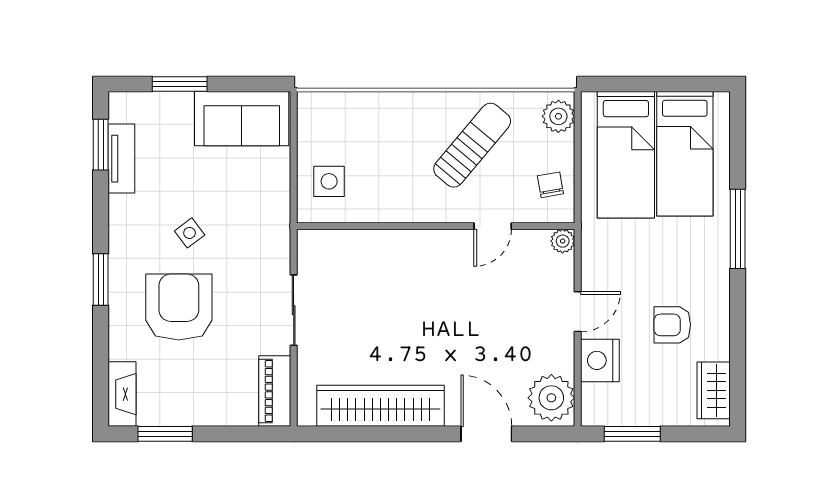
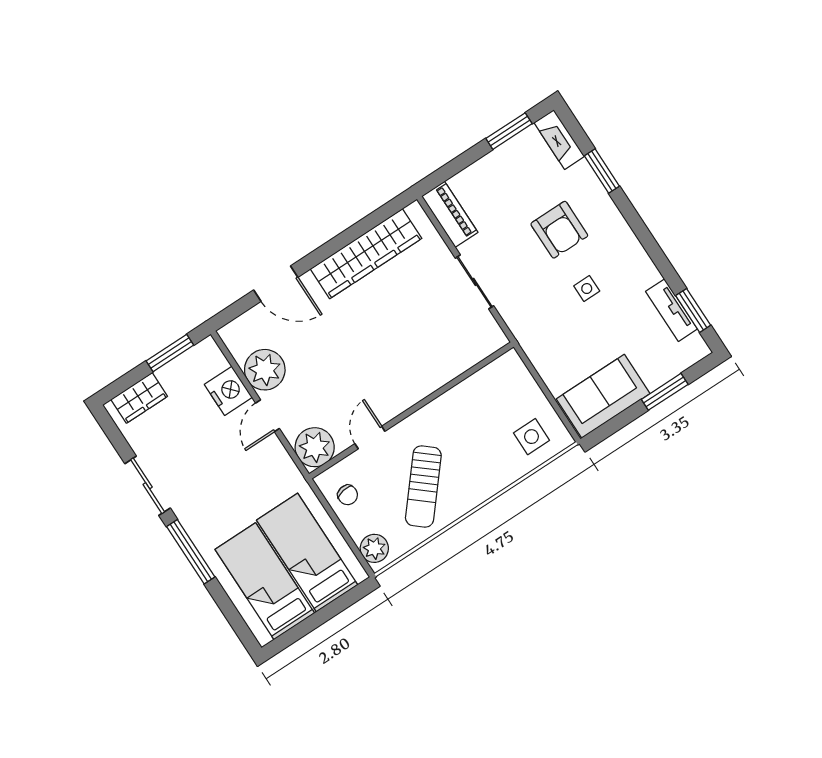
side table: (329, 181) -> (532, 437), moved
side table: (190, 233) -> (587, 289), turned 37
plant: (563, 241) -> (315, 447), width x1.87, depth x1.87
window: (101, 279) -> (602, 171), moved
armchair: (179, 307) -> (559, 230), width x0.73, depth x0.73
sliding door: (738, 320) -> (148, 486), added
armchair: (672, 325) -> (193, 451), removed
wardrobe: (714, 390) -> (139, 398), moved, turned 90
plant: (551, 398) -> (265, 370), moved

